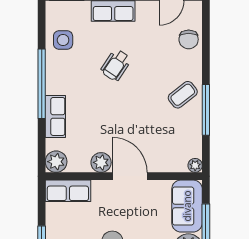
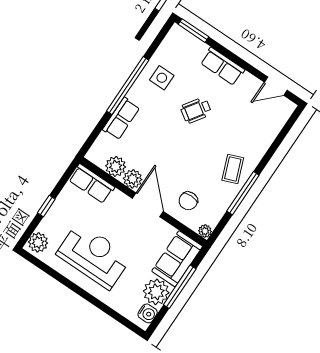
chair: (189, 39) -> (188, 201), moved
side table: (63, 40) -> (162, 78), moved
coffee table: (183, 95) -> (233, 169), turned -73
plant: (56, 162) -> (116, 166), moved

